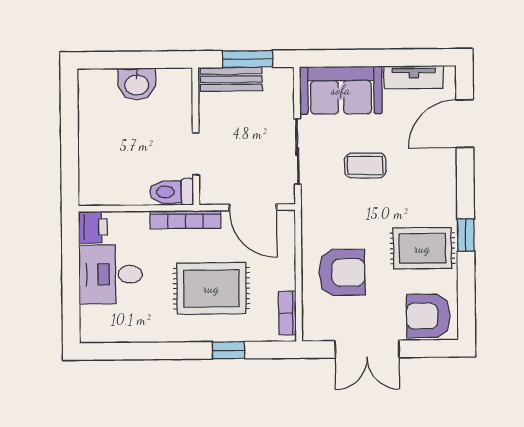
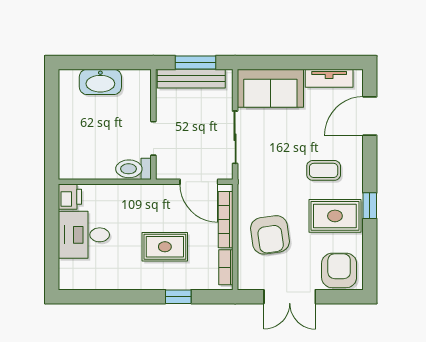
bench: (231, 79) -> (191, 79), width x1.36
washbasin: (137, 84) -> (100, 82), width x1.38
coffee table: (365, 165) -> (324, 170), moved
bookcase: (185, 220) -> (226, 220), moved, turned 90
armchair: (342, 272) -> (270, 235), turned 82
rug: (211, 288) -> (165, 247), width x0.73, depth x0.70
armchair: (428, 316) -> (339, 270), turned 90

